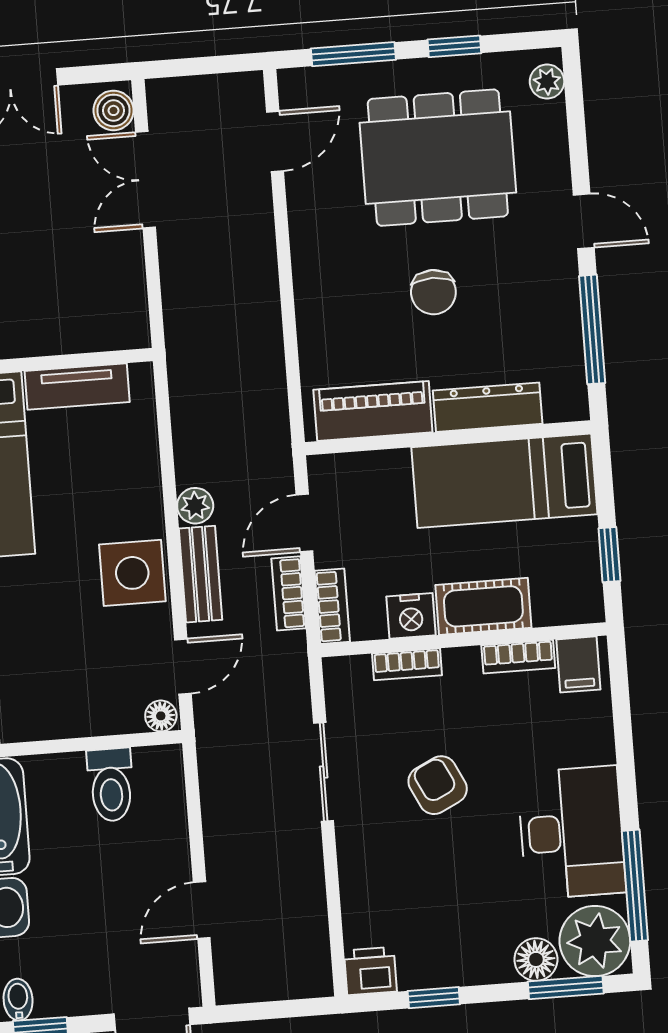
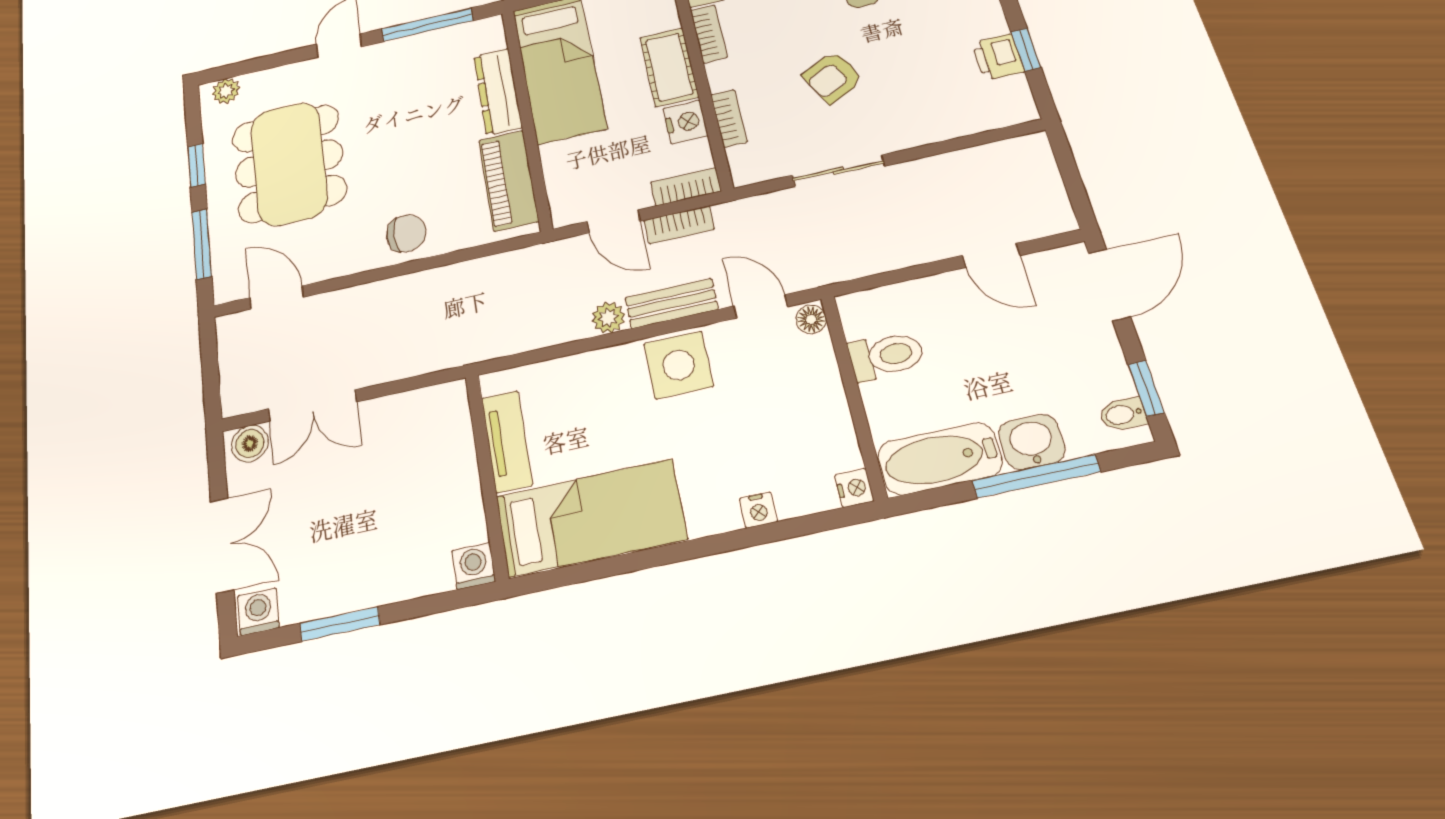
chair: (433, 292) -> (406, 233), moved
printer: (370, 971) -> (998, 57), moved

